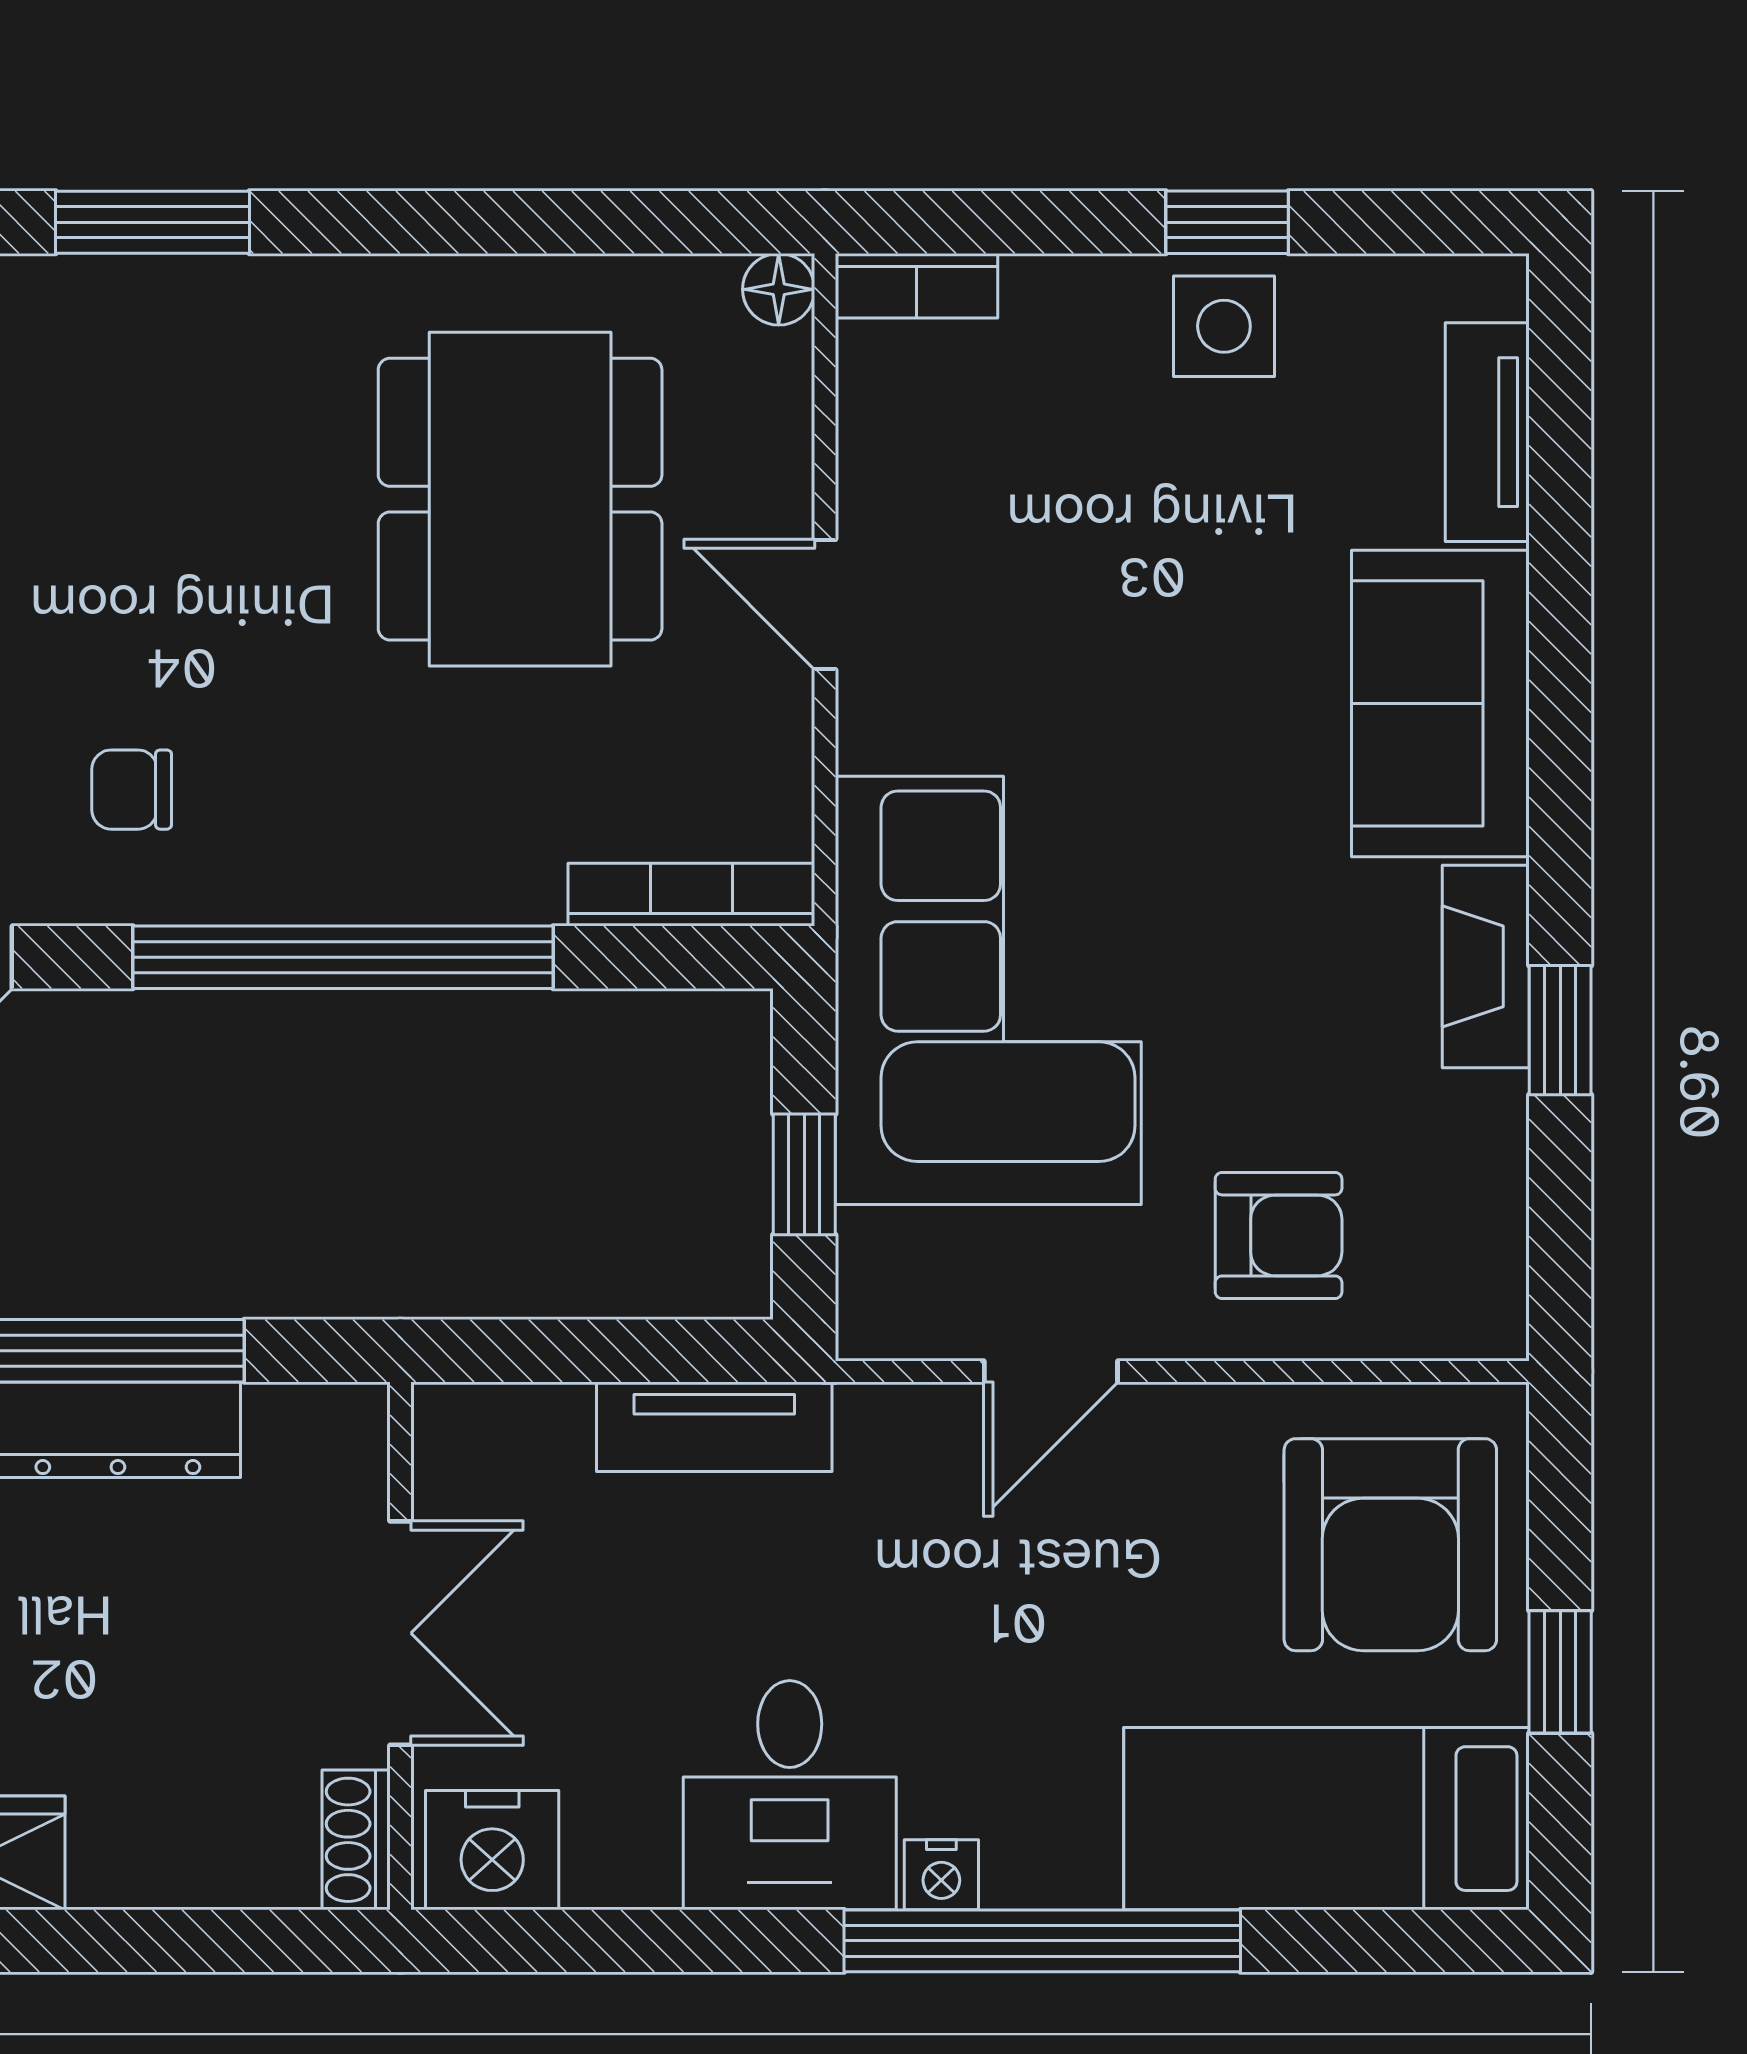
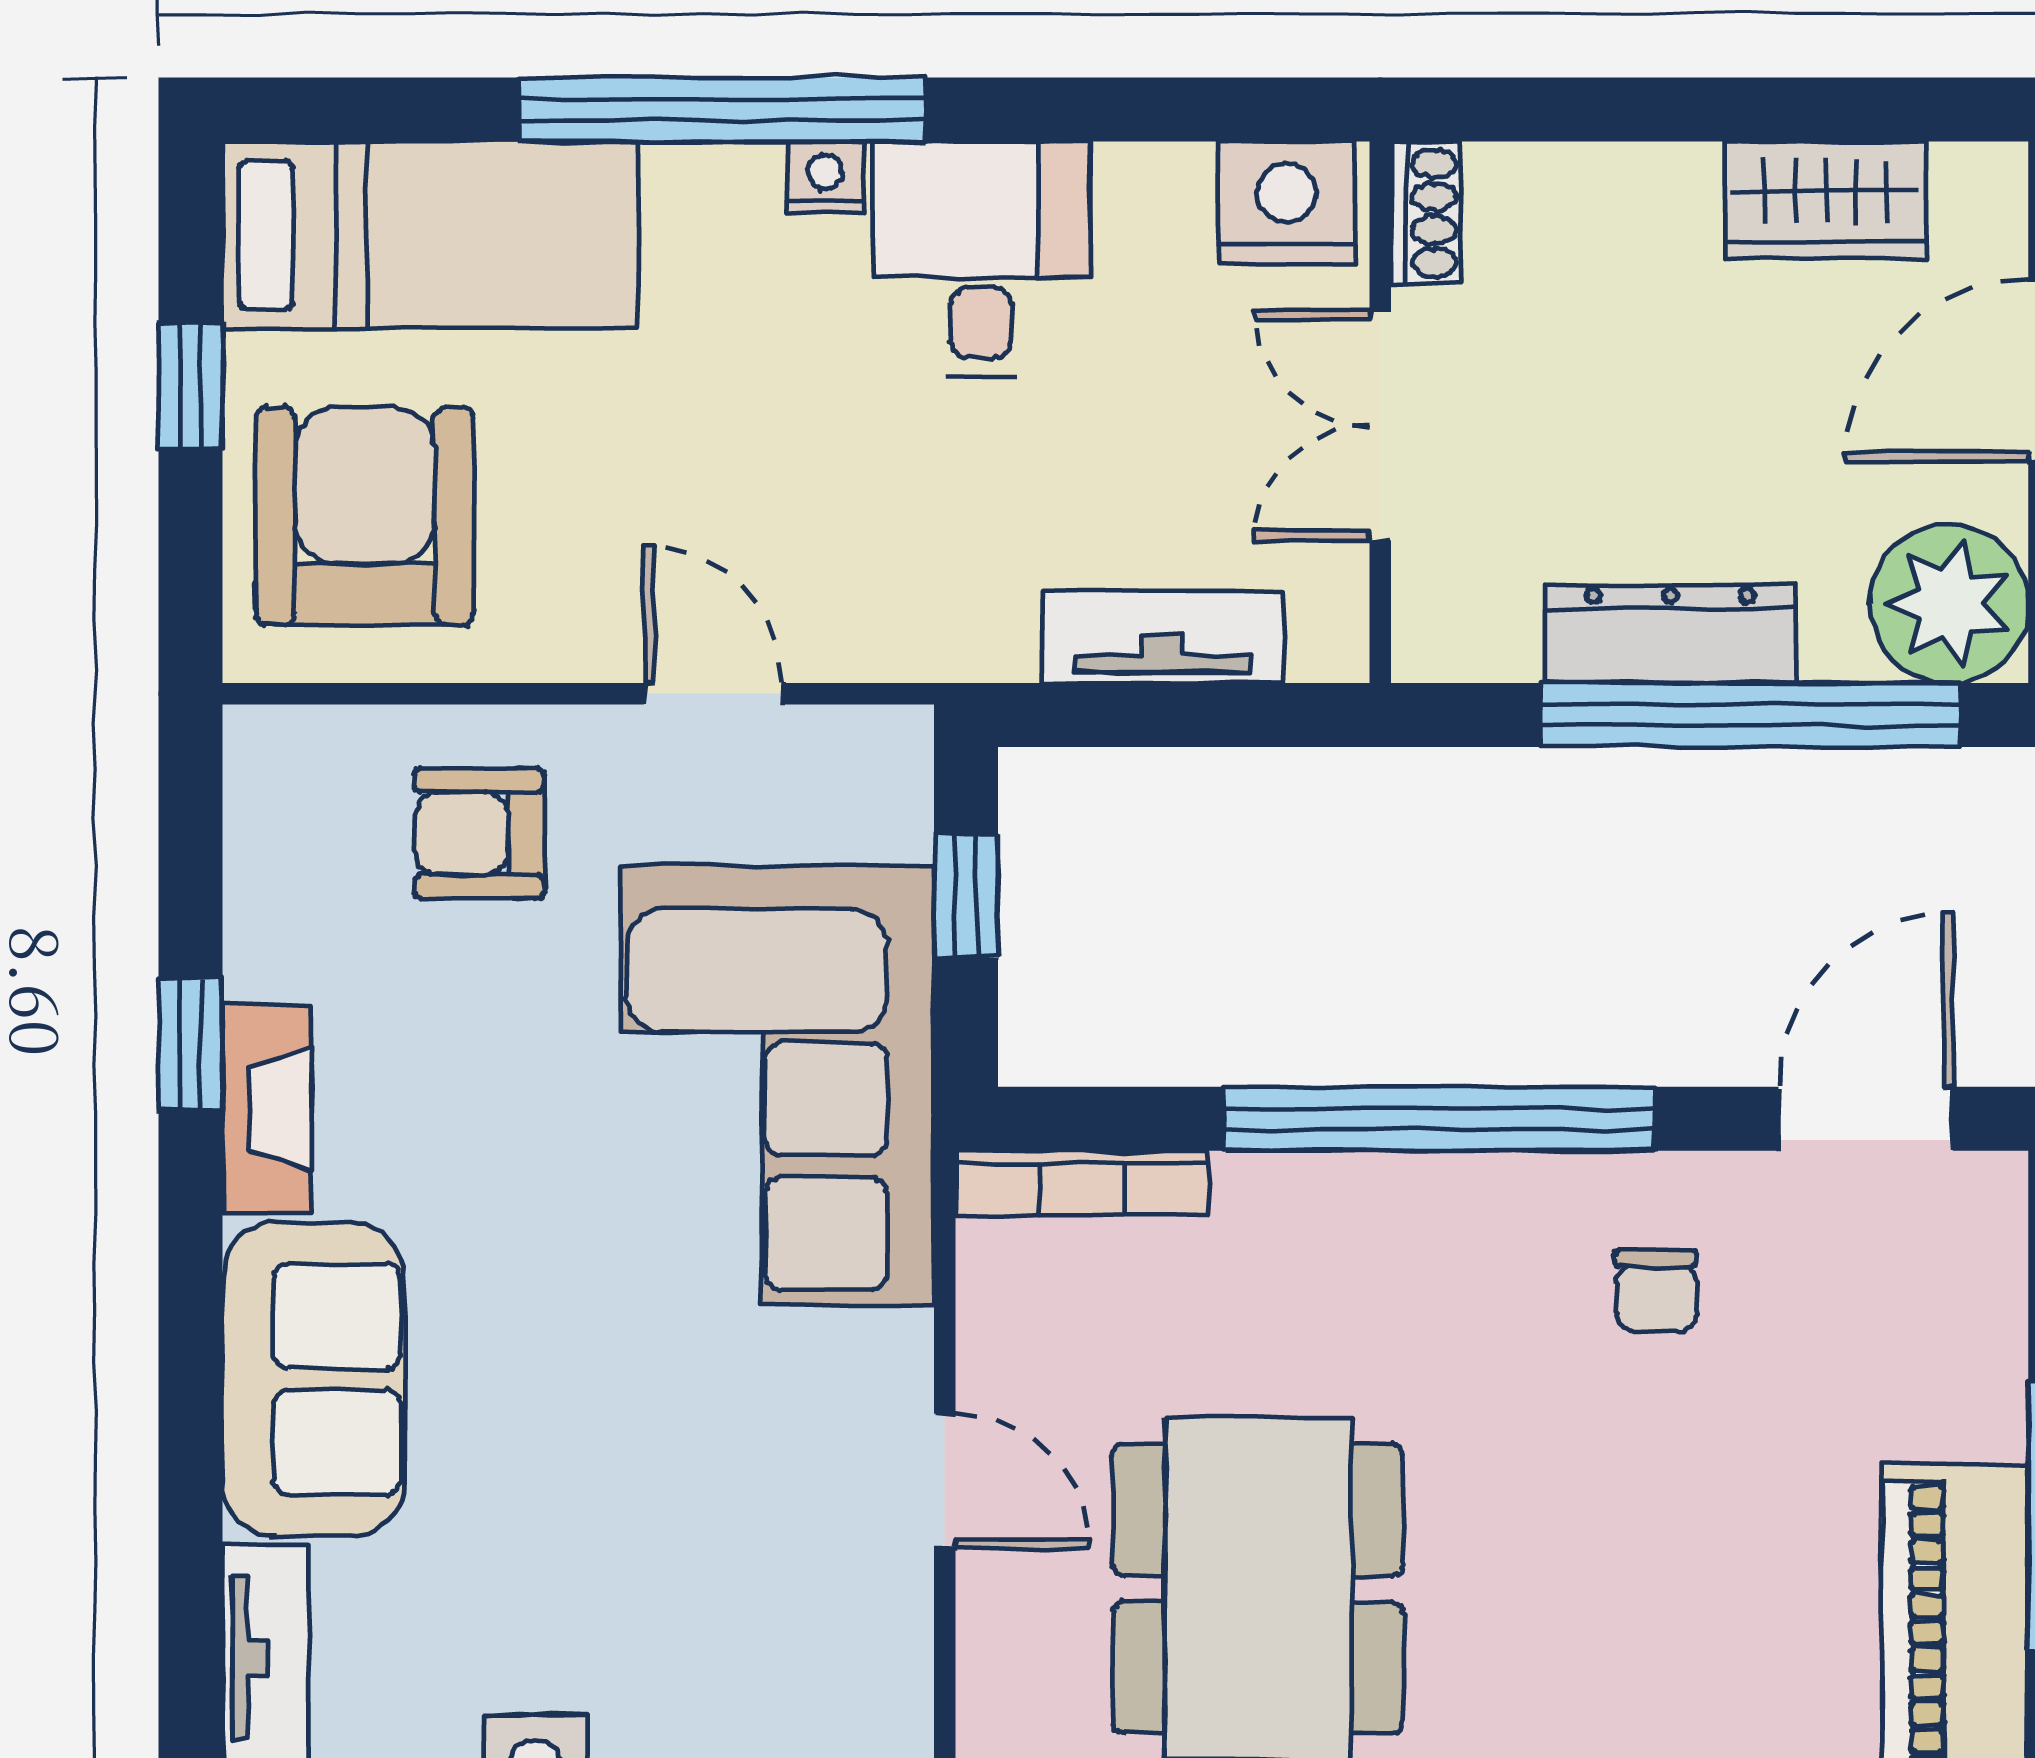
chair: (132, 790) -> (1656, 1291), turned 90
door: (1051, 1371) -> (713, 694), hinge flipped
tv unit: (714, 1427) -> (1162, 637), moved

